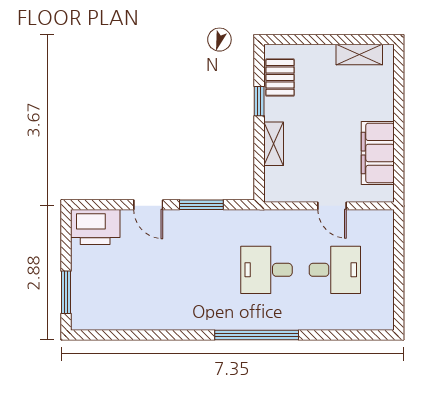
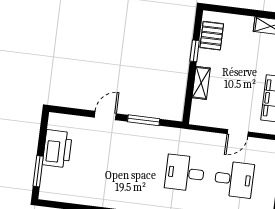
door: (148, 205) -> (105, 115), swing flipped
door: (332, 206) -> (238, 133), hinge flipped
printer: (95, 227) -> (57, 149), moved, turned -90

